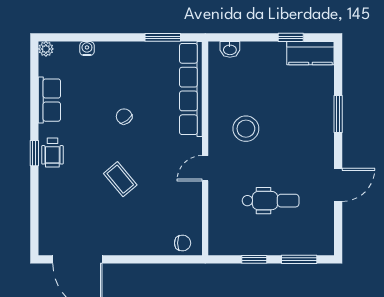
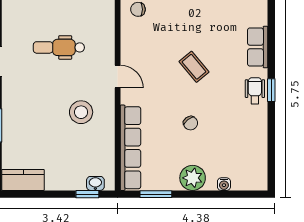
window: (291, 37) -> (87, 194), moved
plant: (46, 49) -> (193, 178), moved, width x1.88, depth x1.88
row of seats: (49, 100) -> (258, 47), moved
door: (205, 168) -> (118, 77), hinge flipped

